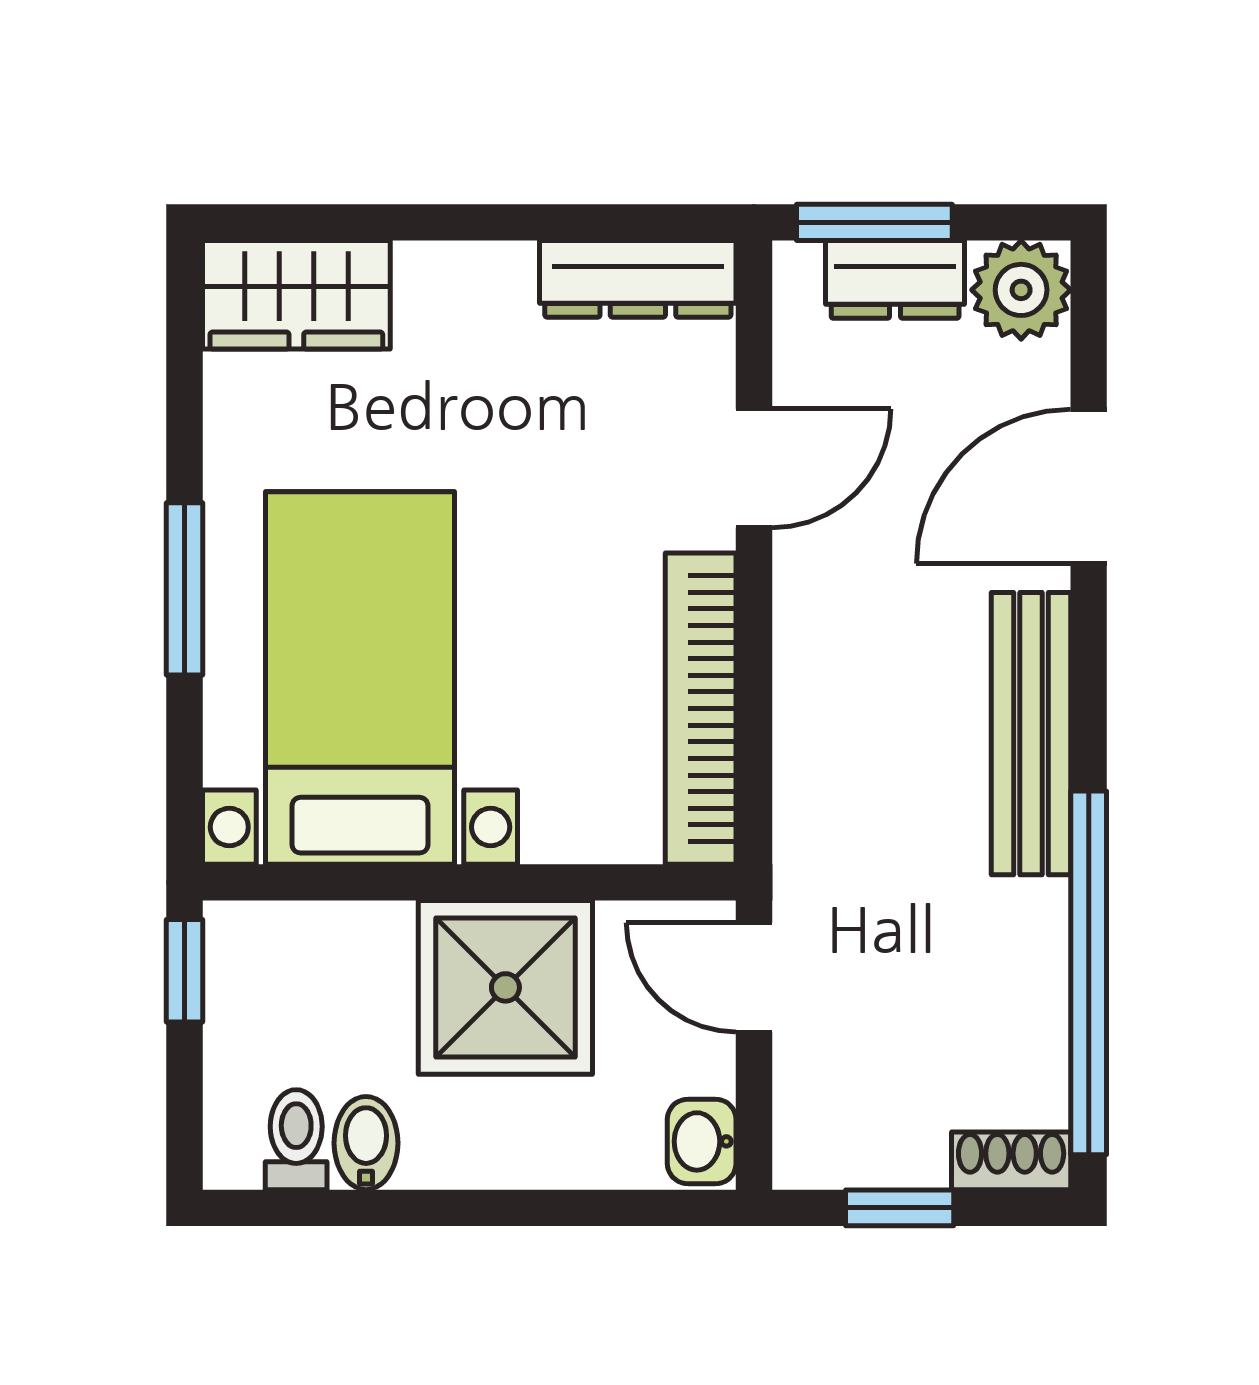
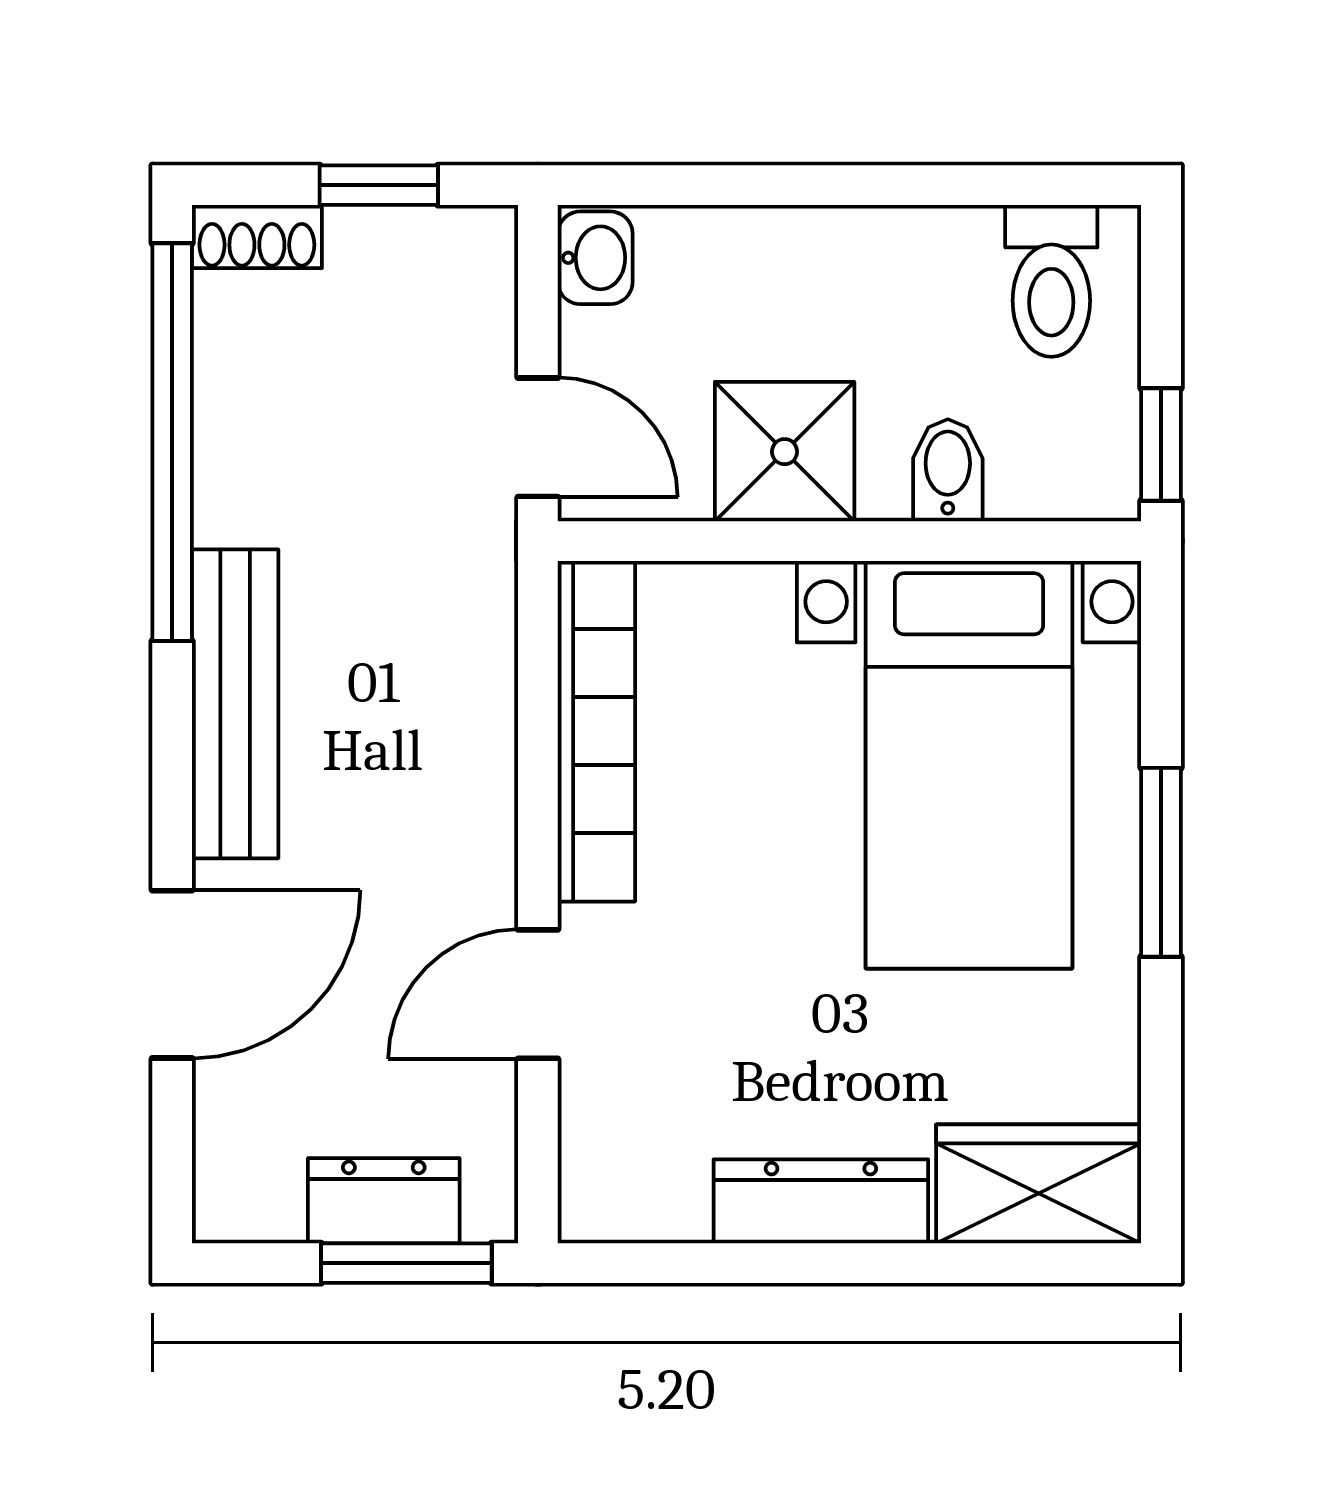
dresser: (638, 279) -> (821, 1201), moved
plant: (1021, 290) -> (246, 1189), removed
shower: (505, 987) -> (785, 452), width x0.73, depth x0.73
toilet: (296, 1140) -> (1051, 281), width x1.37, depth x1.39
bidet: (366, 1143) -> (948, 470), moved, turned 180

